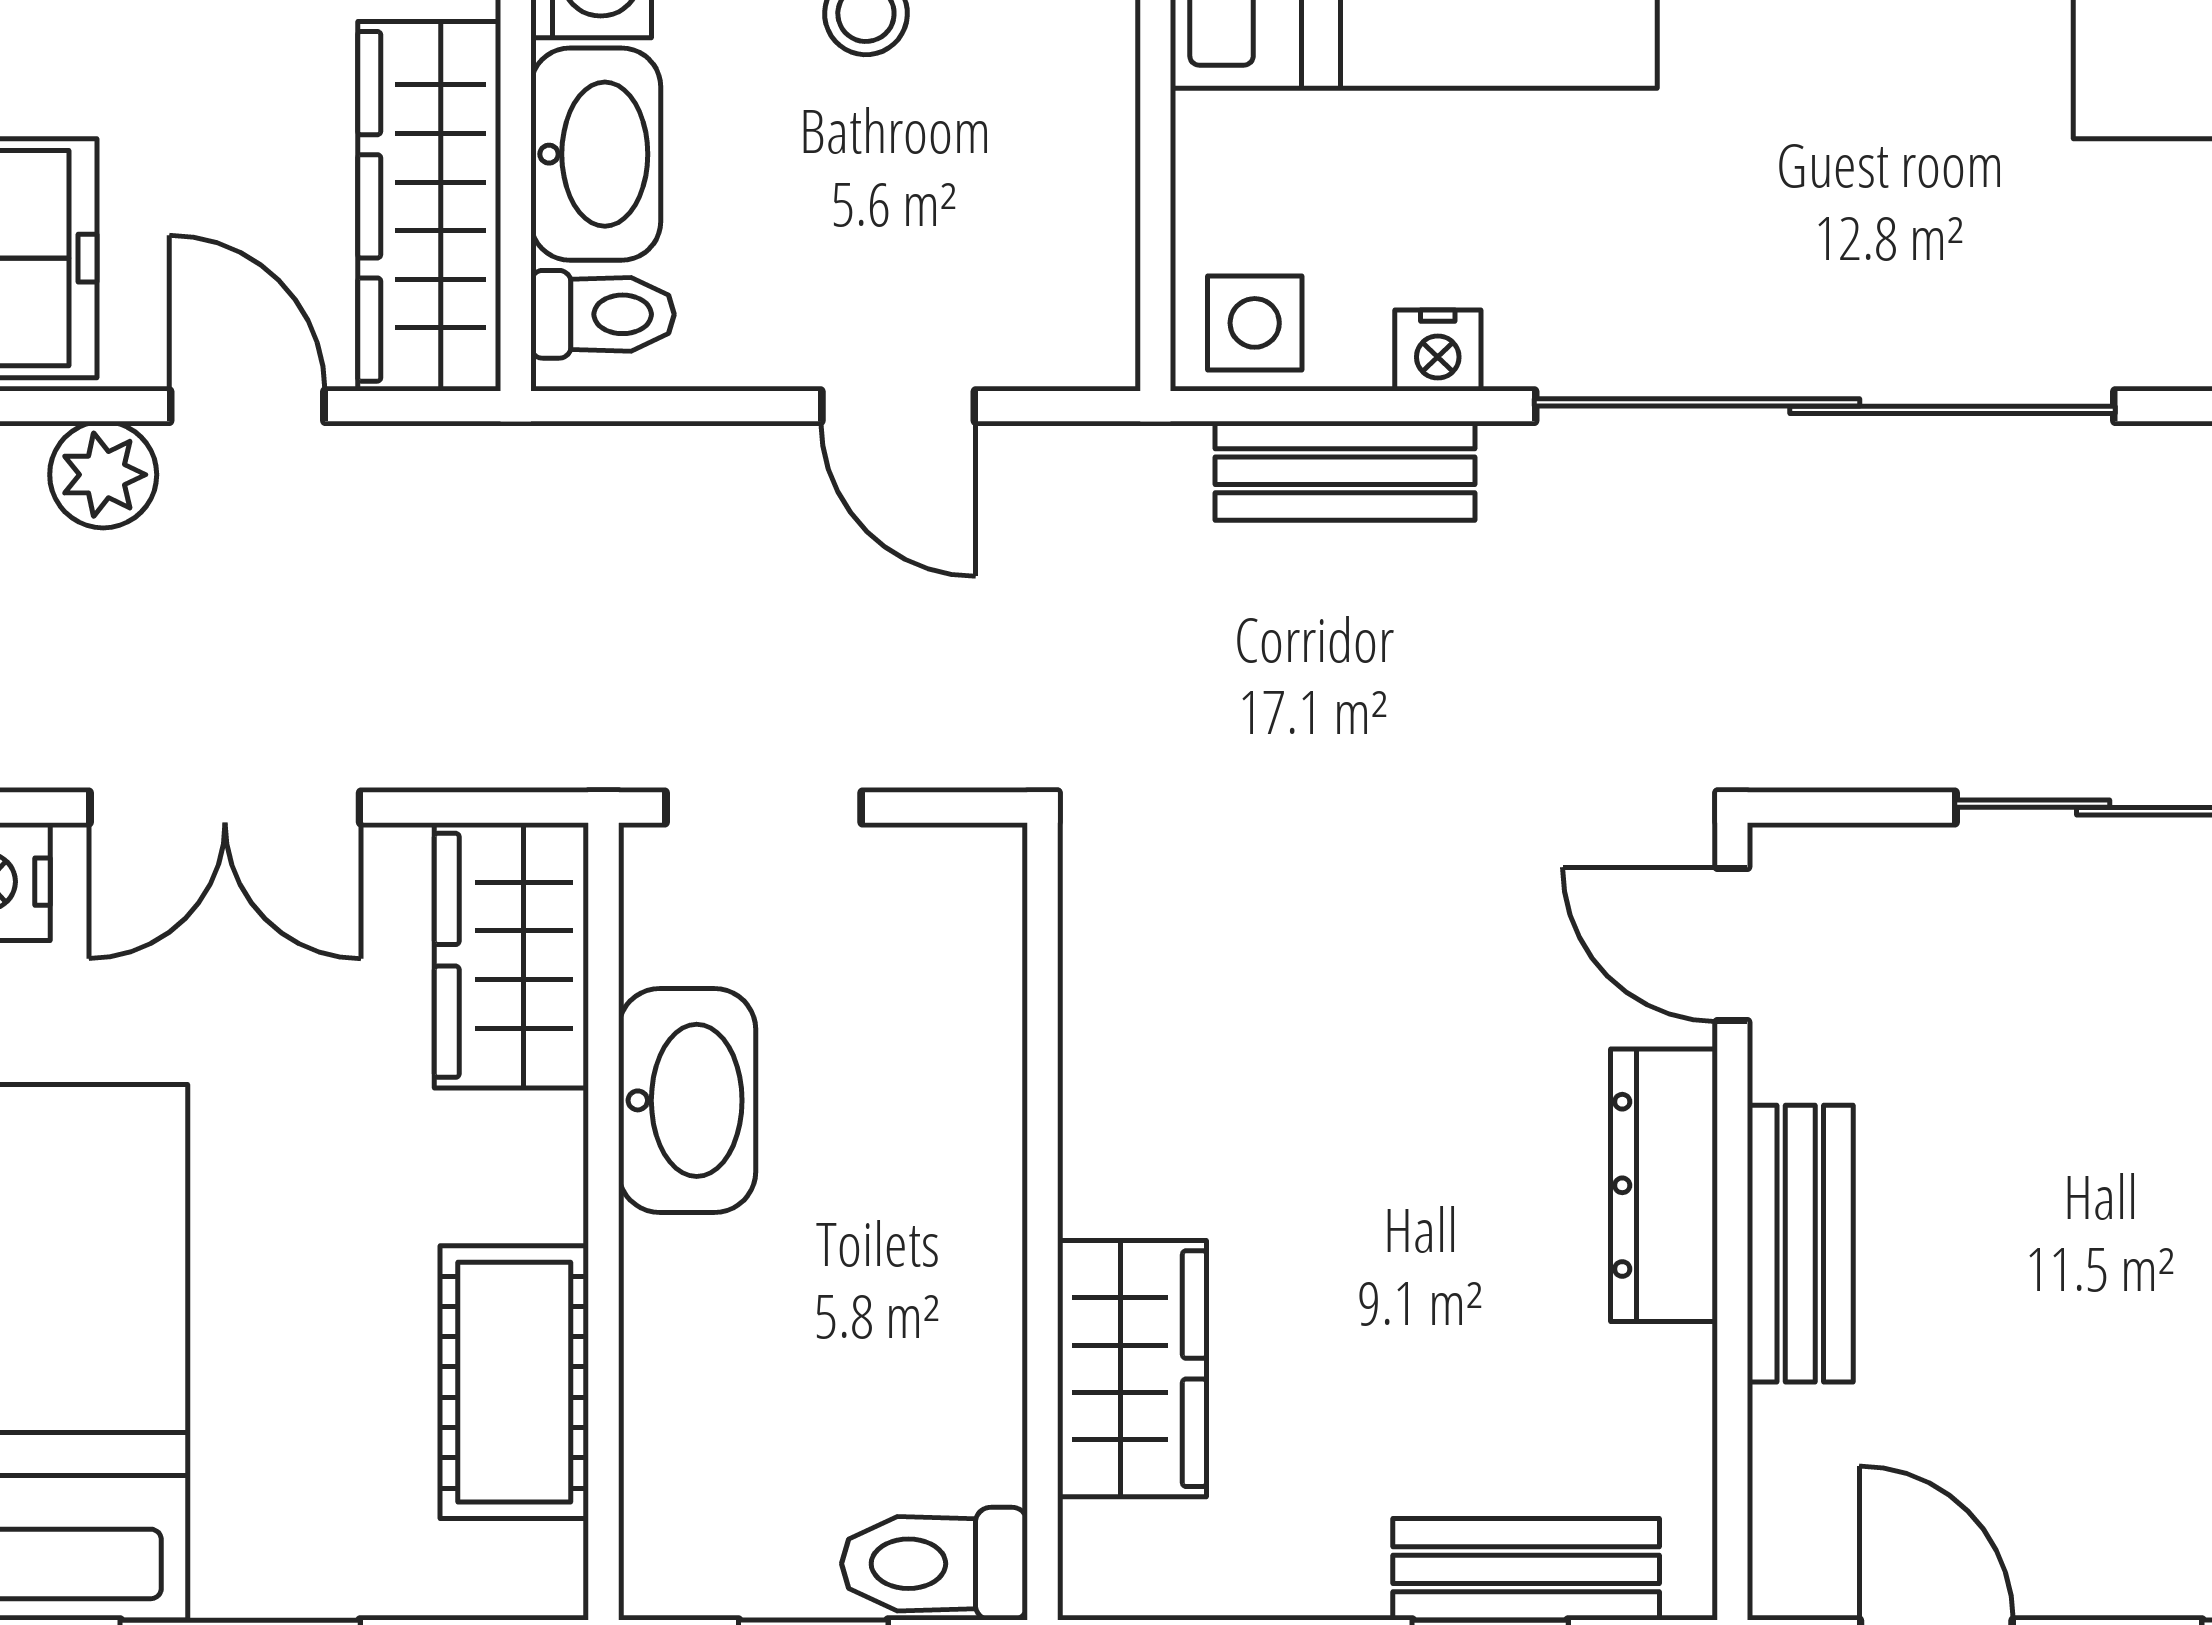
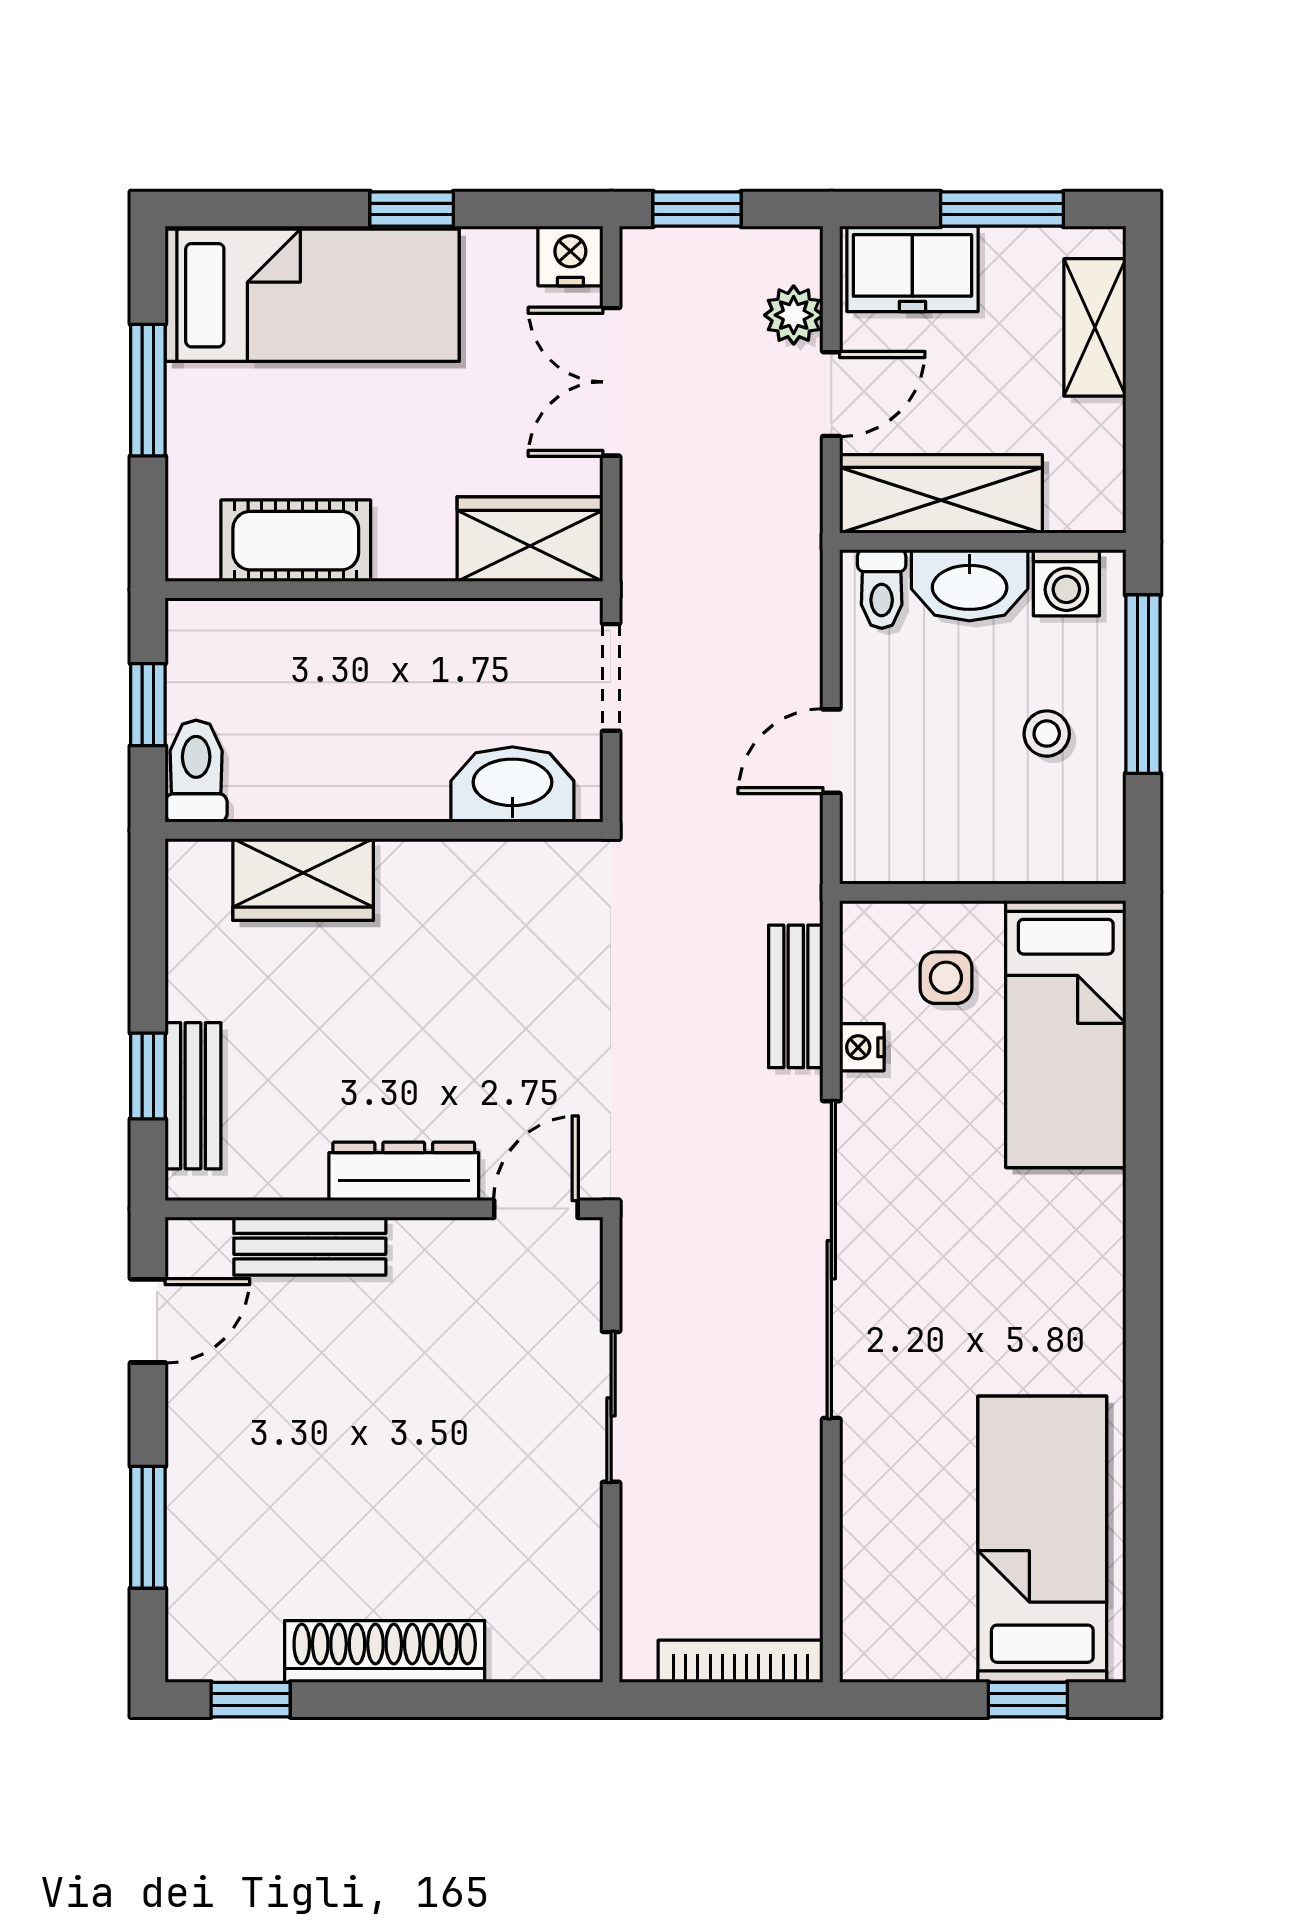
side table: (1255, 323) -> (946, 978), moved
washbasin: (687, 1100) -> (512, 785), moved, turned 180
bench: (1800, 1244) -> (310, 1246), moved

